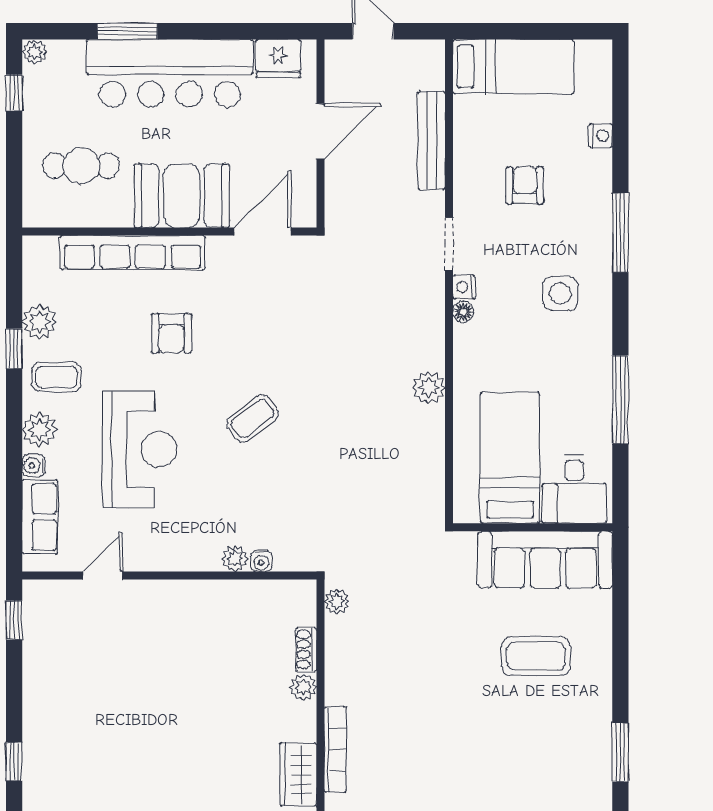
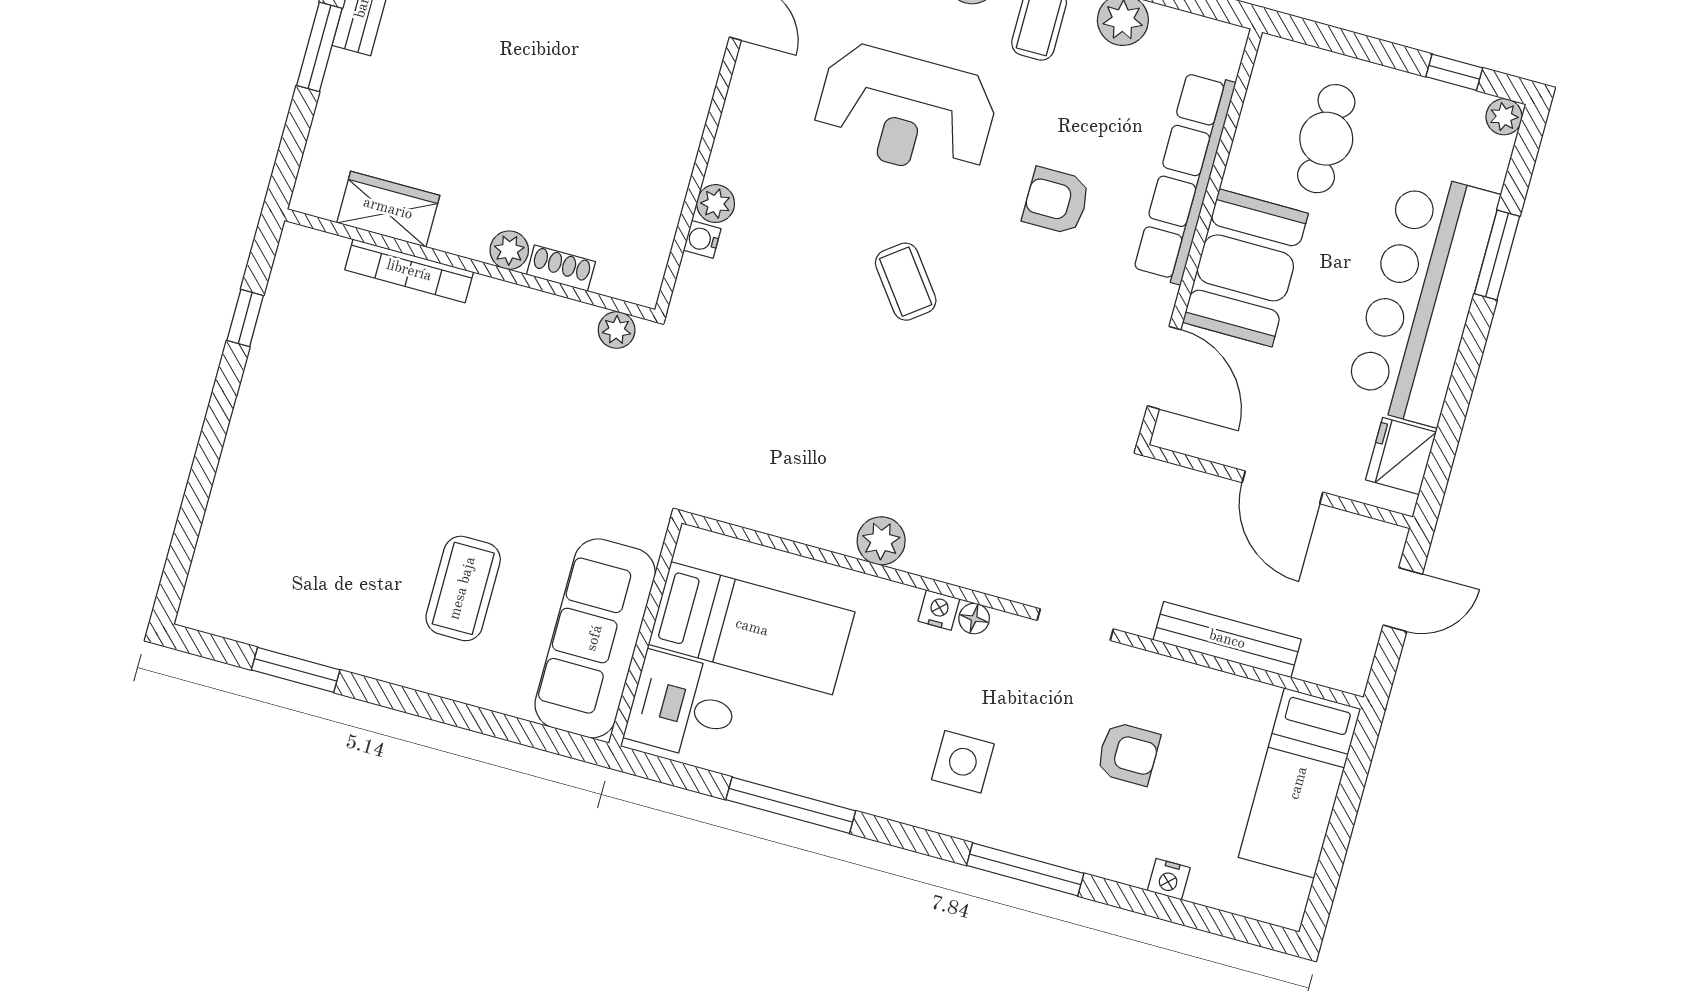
nightstand: (464, 287) -> (939, 610), moved

